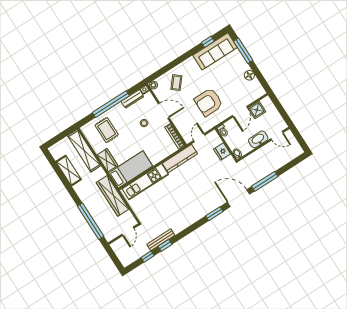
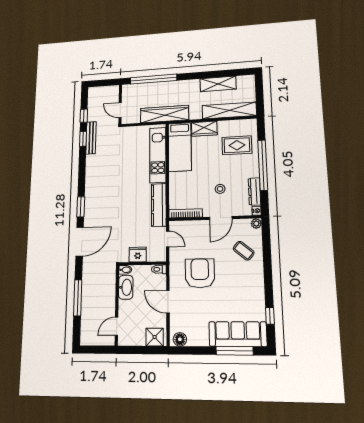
sofa: (215, 51) -> (238, 334), moved, turned 90
floor lamp: (249, 75) -> (180, 339), moved
shower: (257, 110) -> (155, 337), moved
washbasin: (258, 139) -> (126, 287), moved
window: (265, 181) -> (78, 298), moved

